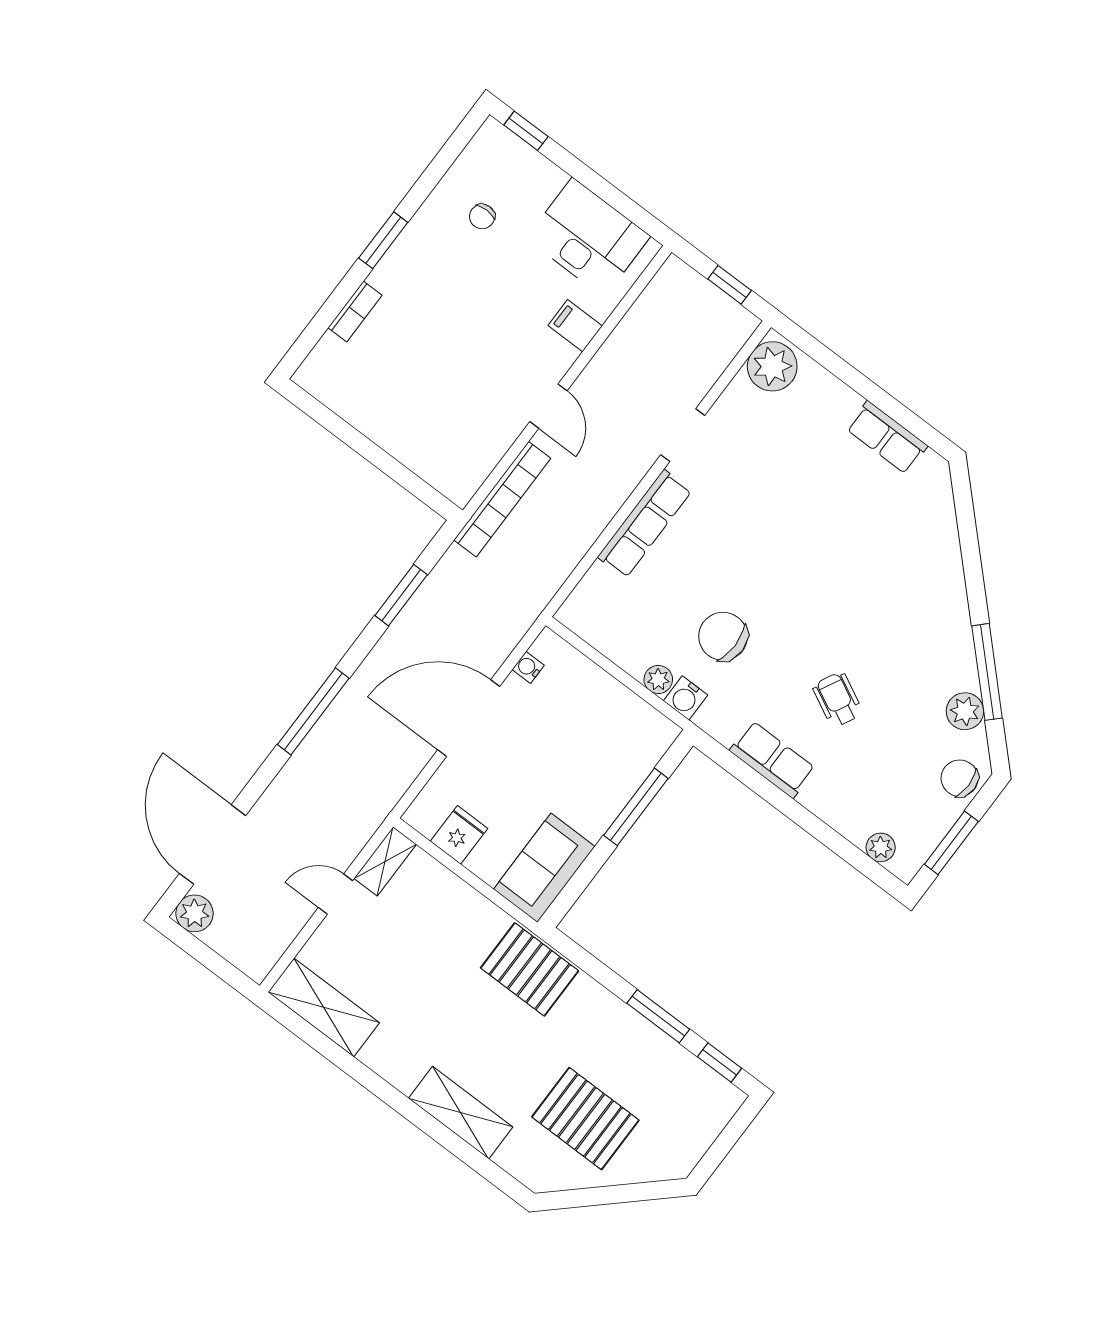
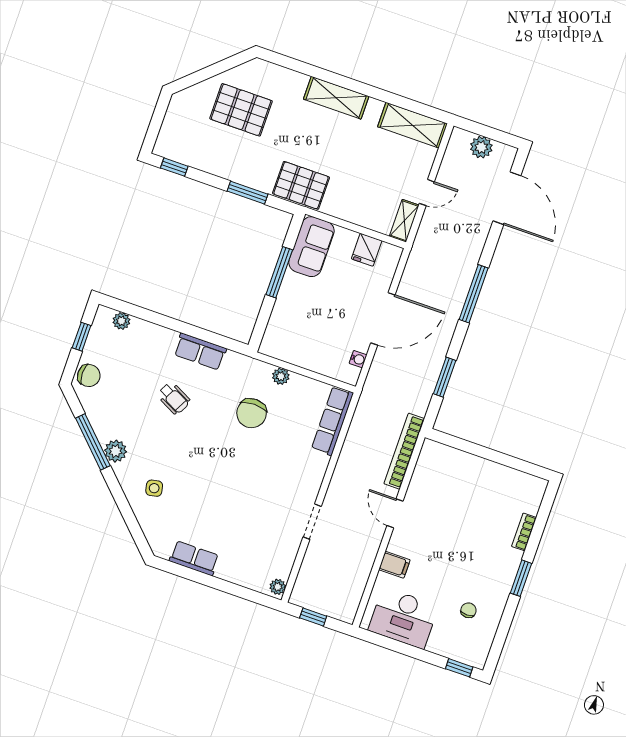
plant: (772, 366) -> (278, 587), width x0.53, depth x0.53
row of seats: (645, 524) -> (332, 421), moved
side table: (914, 568) -> (154, 488), added
chair: (723, 636) -> (252, 413), turned 90
water cooler: (686, 698) -> (262, 371), removed
plant: (965, 711) -> (116, 451), moved
window: (636, 807) -> (279, 272), moved
window: (951, 843) -> (82, 337), width x0.67
plant: (194, 913) -> (481, 147), moved
window: (658, 1016) -> (247, 193), moved
shelving: (461, 1113) -> (336, 98), moved

